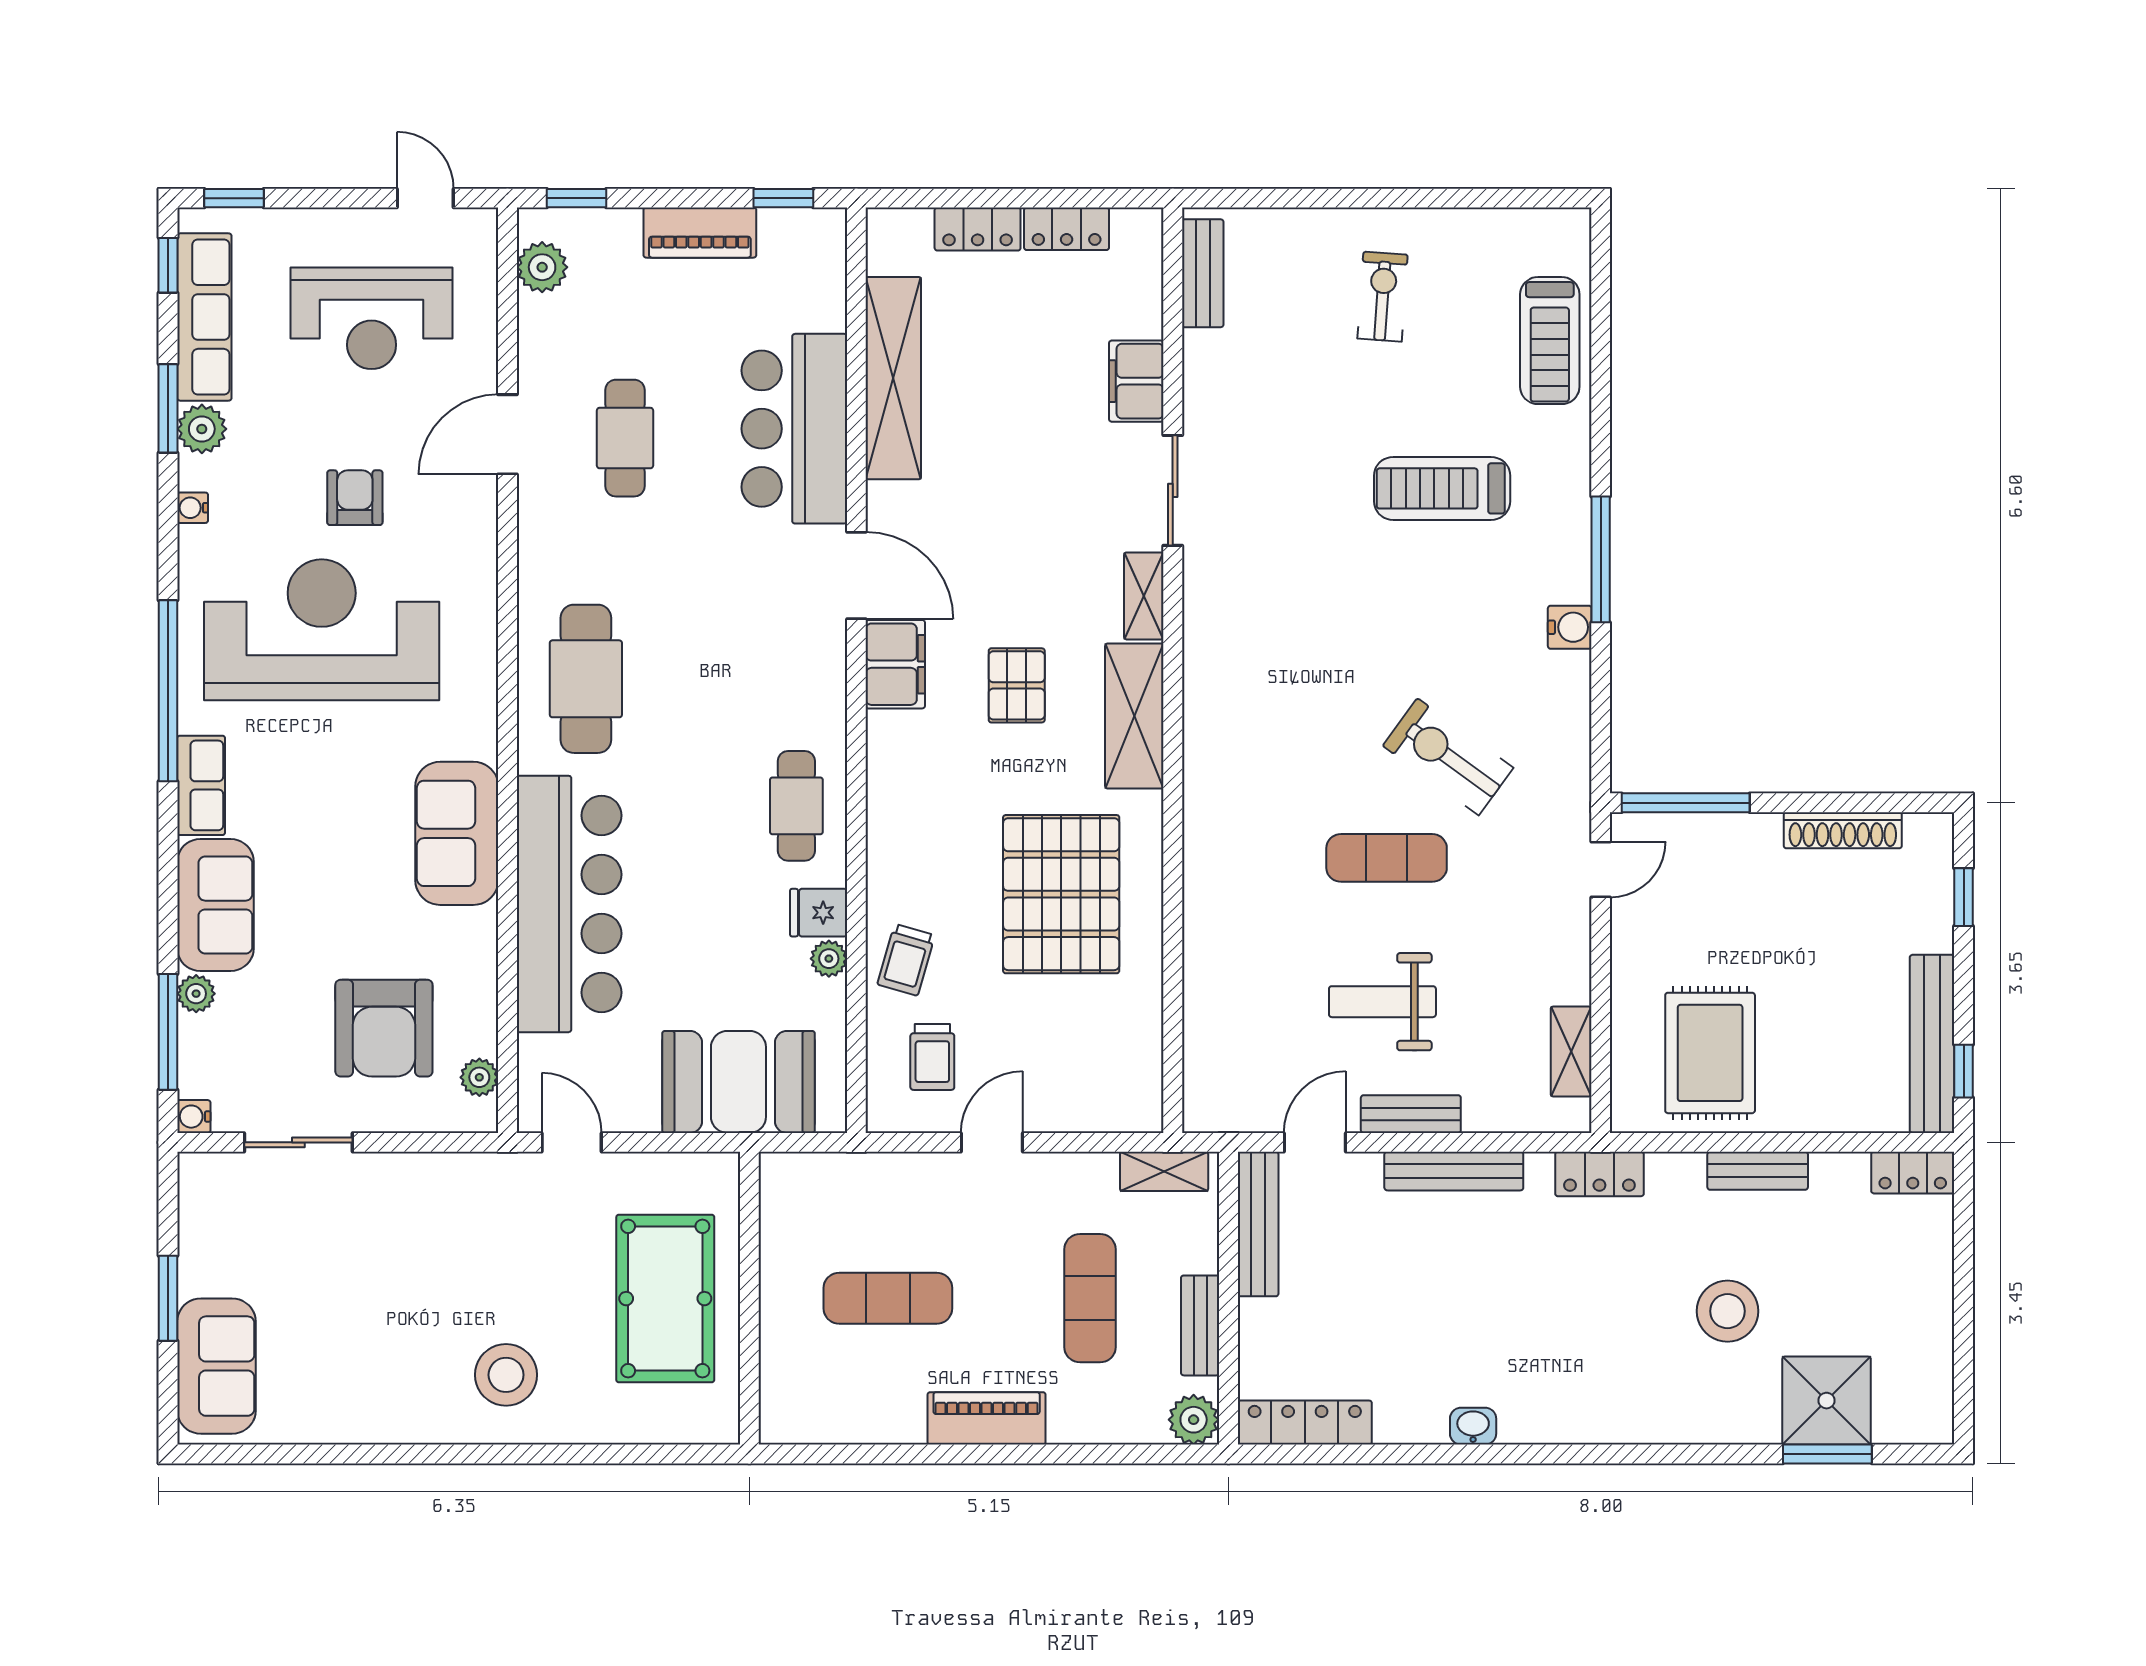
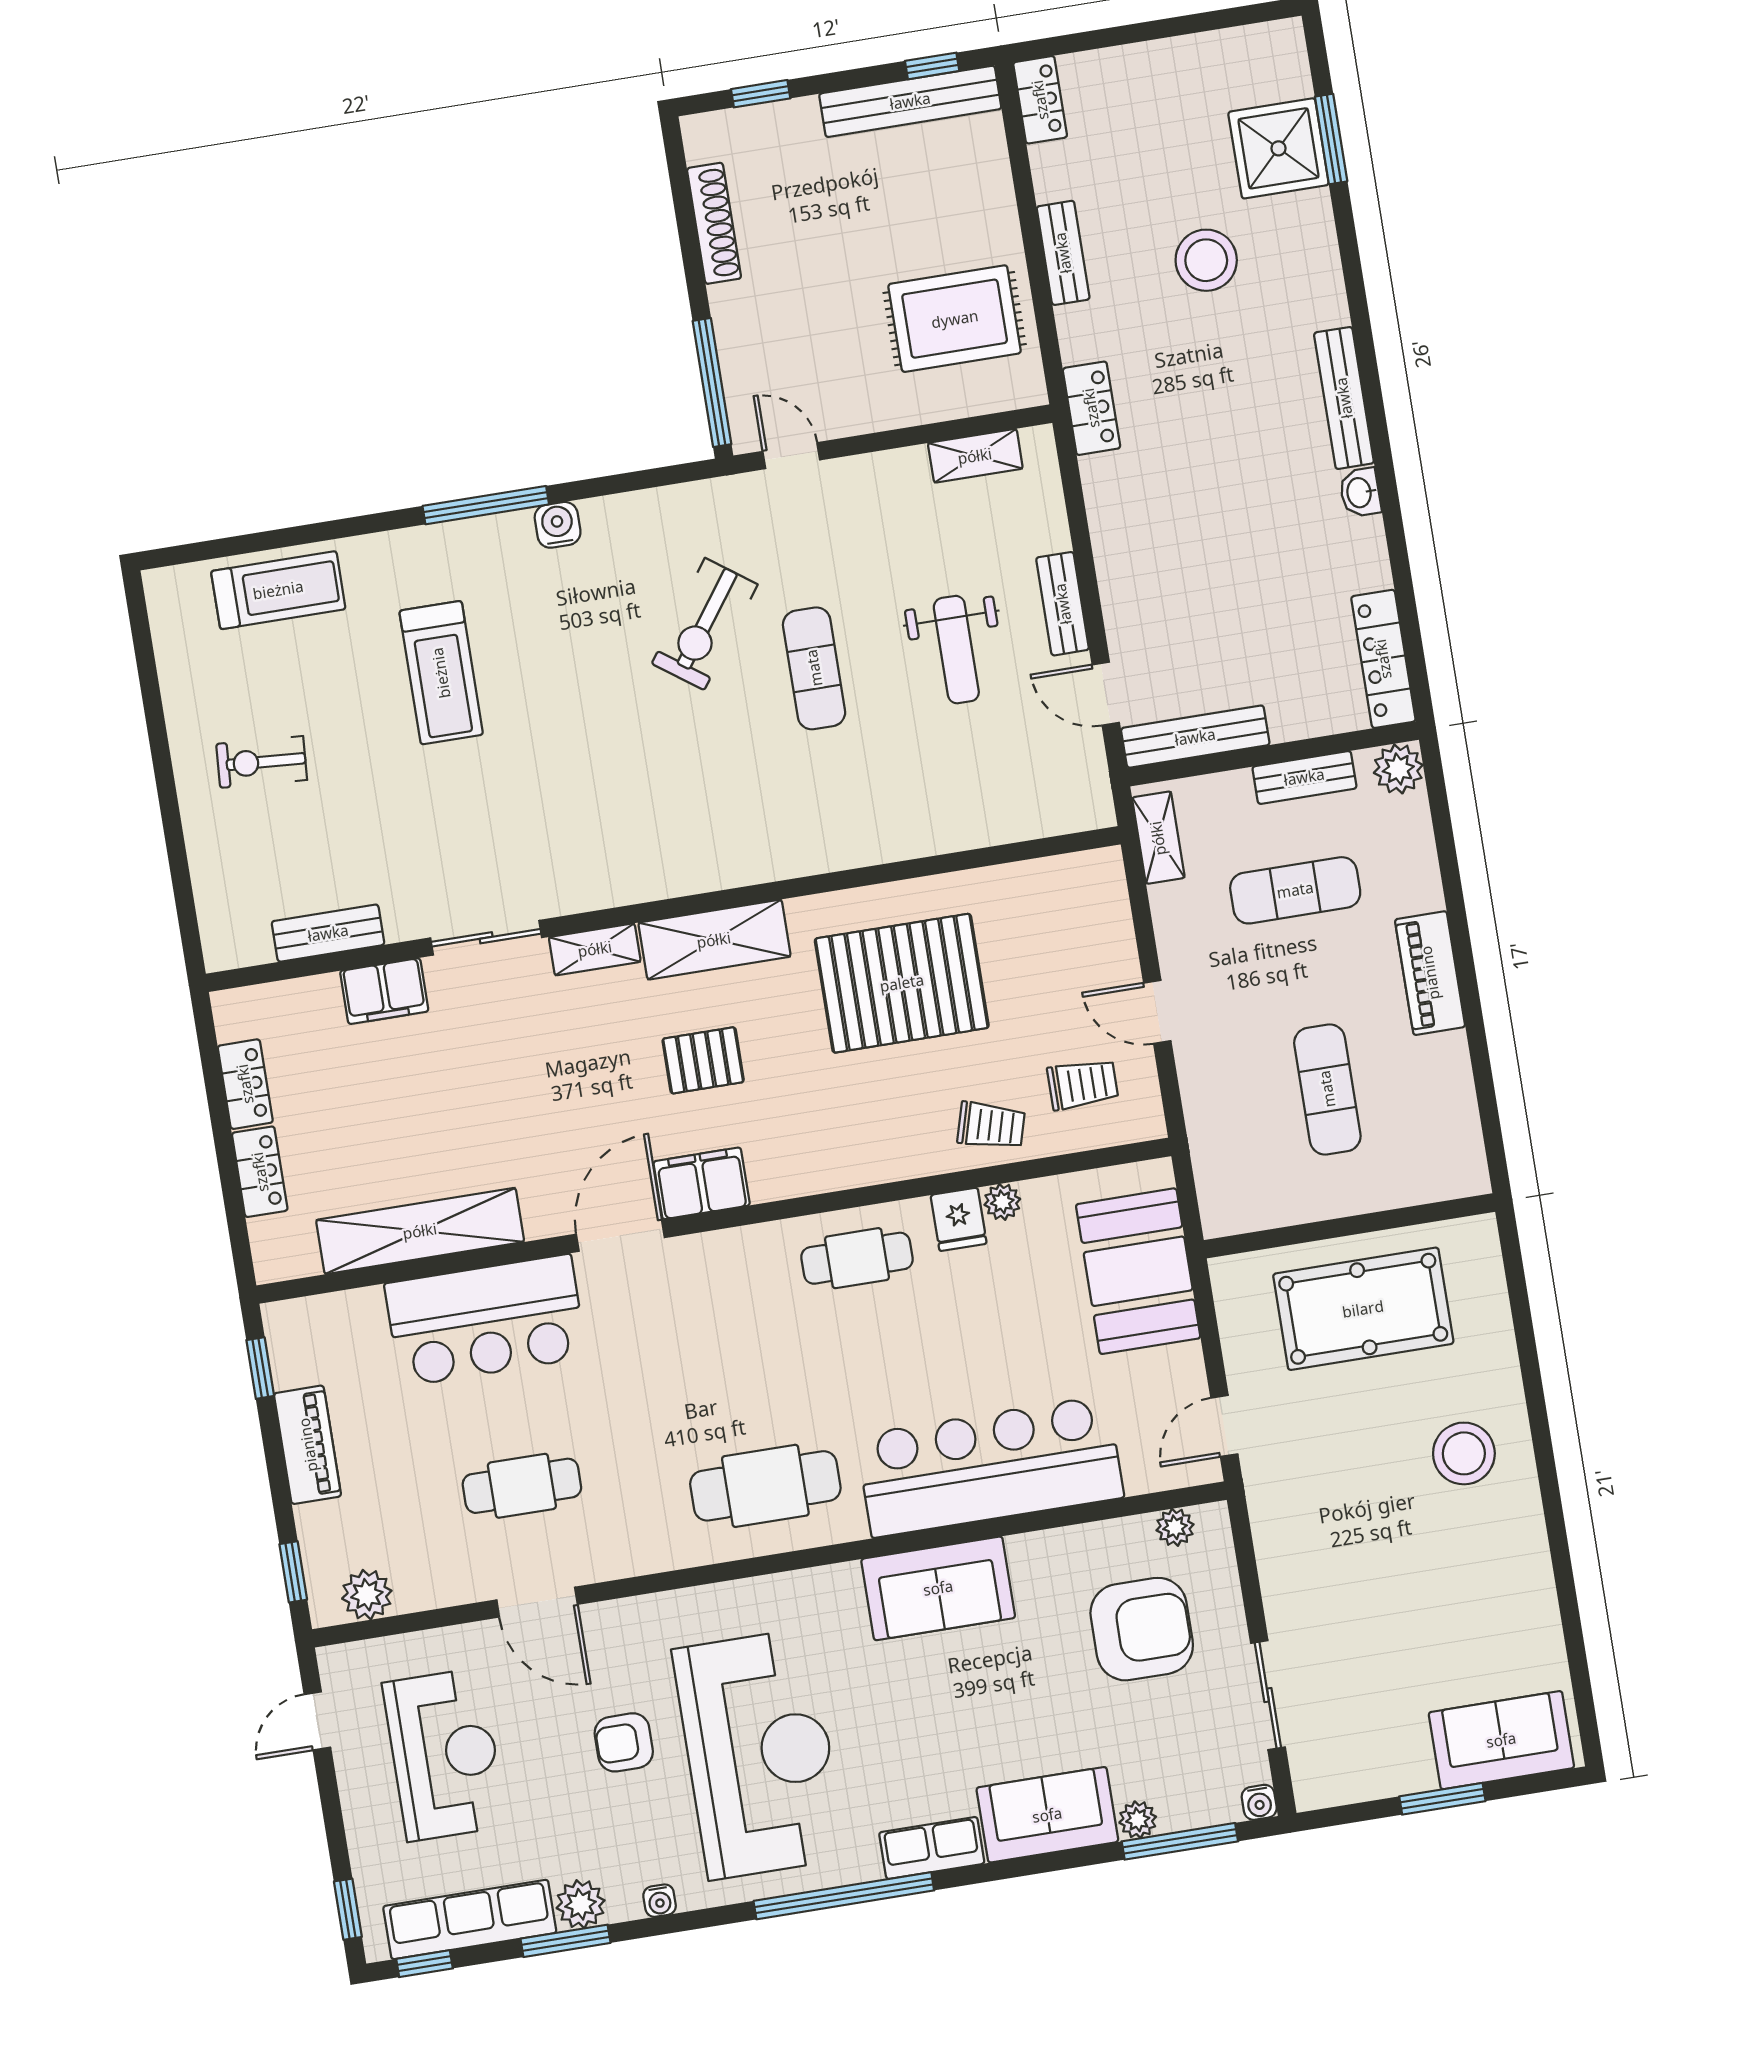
bench: (1203, 273) -> (328, 933), moved
reception desk: (322, 630) -> (759, 1754), turned 180
bench: (1454, 1171) -> (1344, 398), moved

